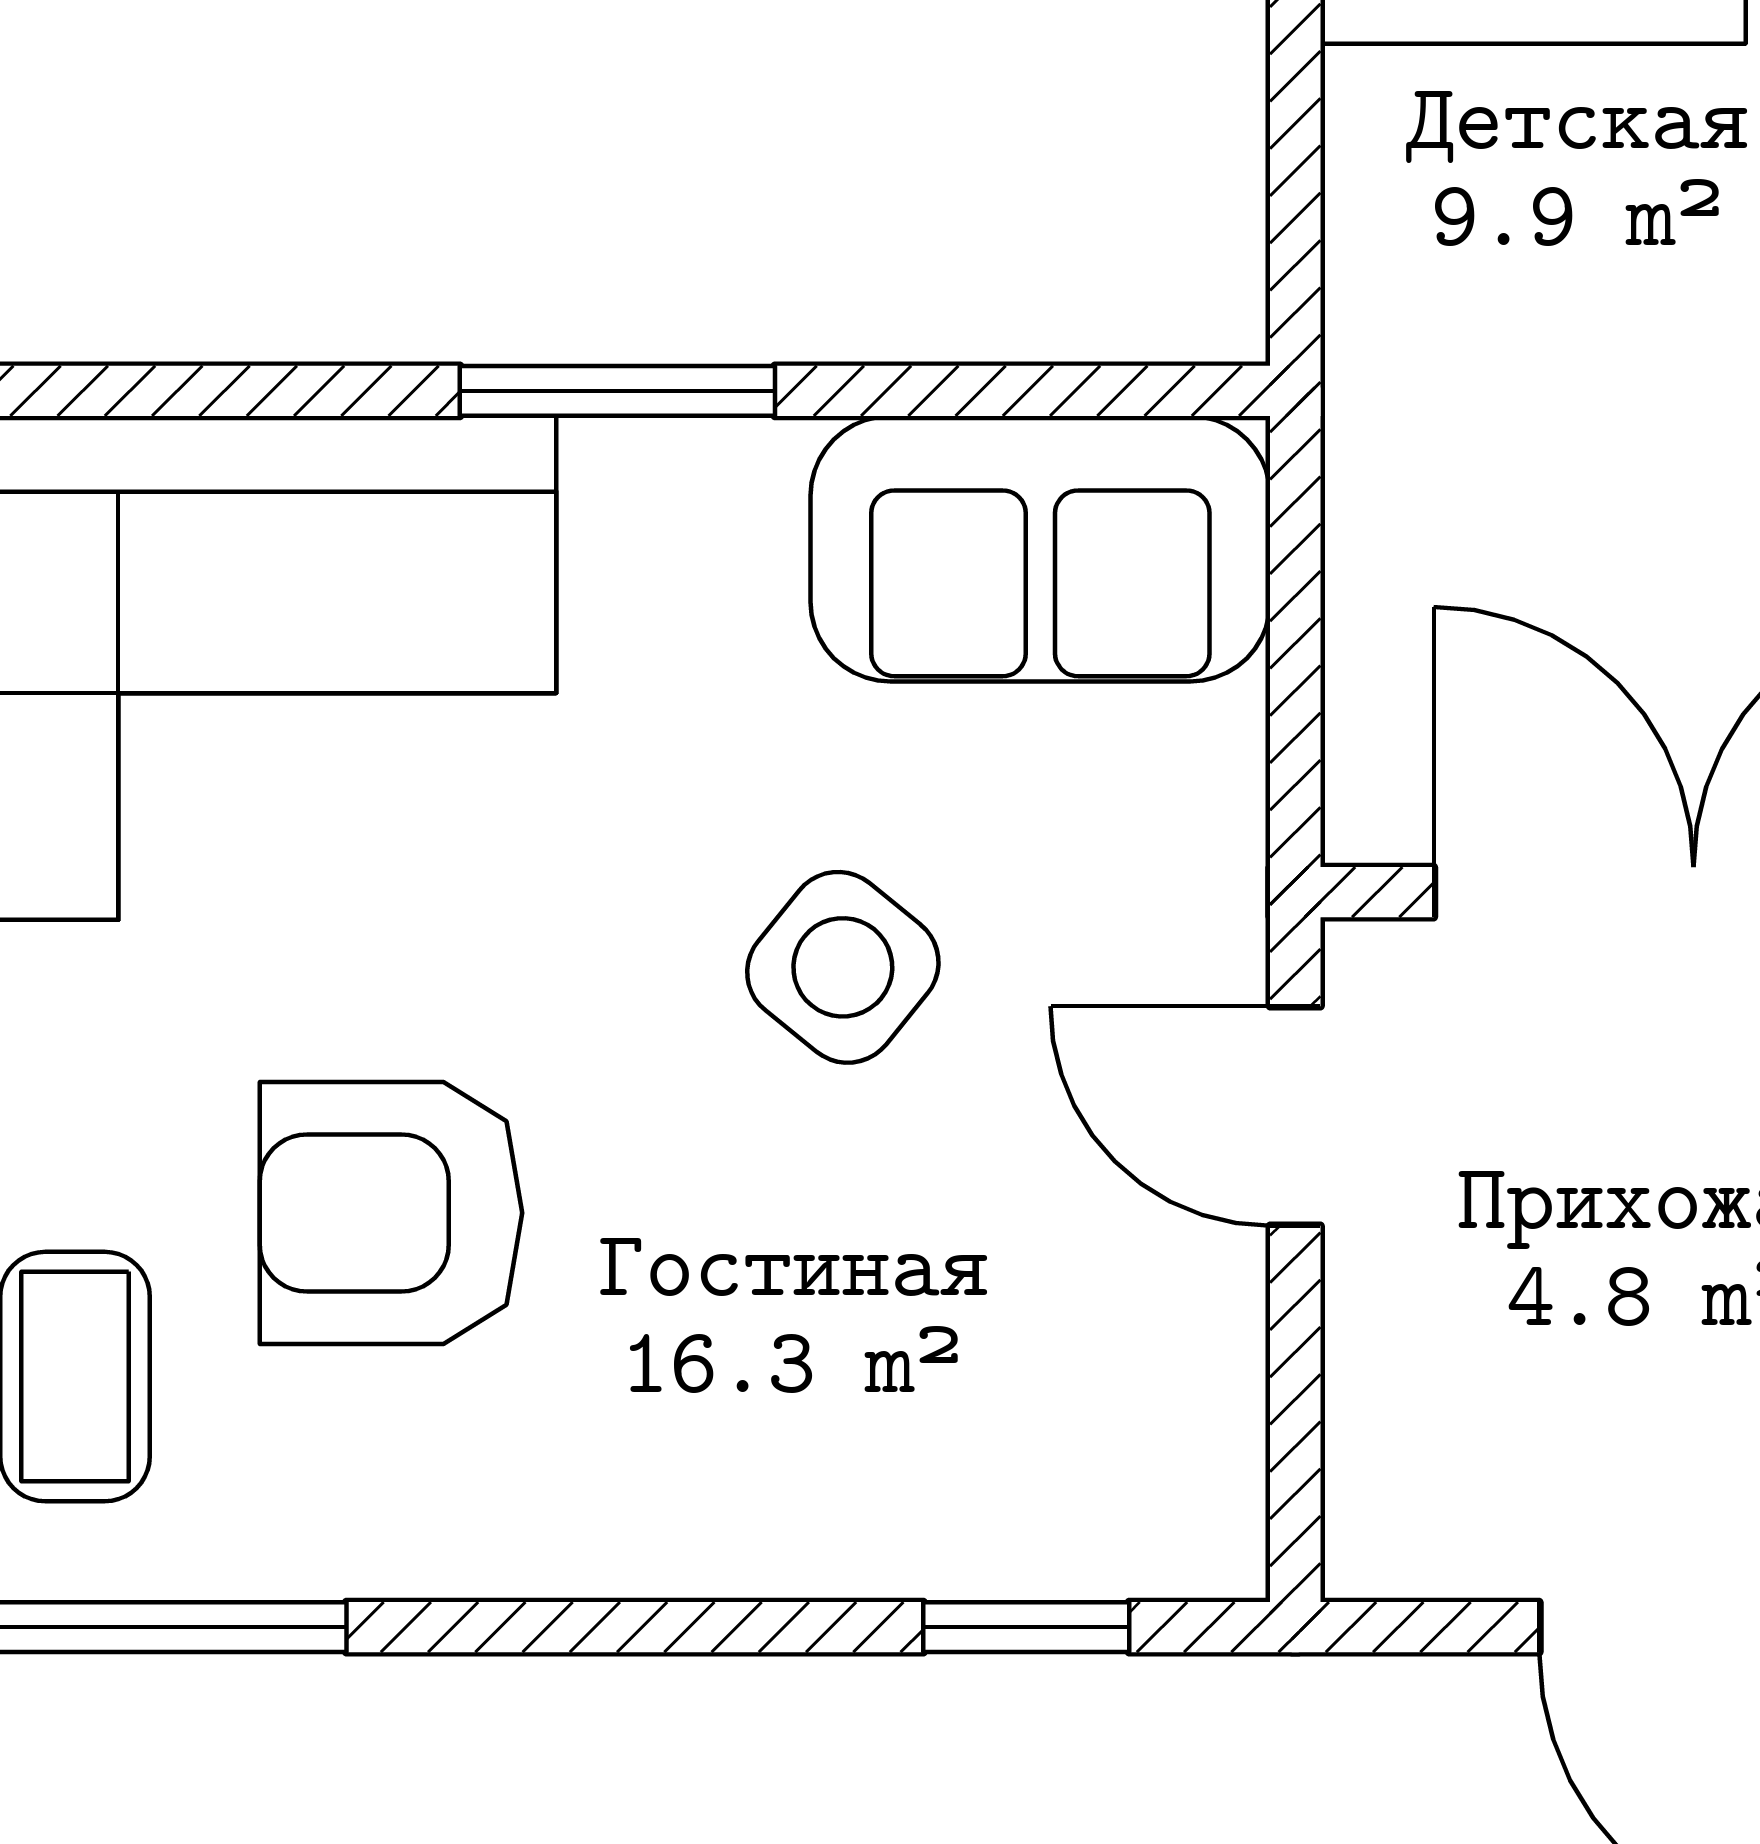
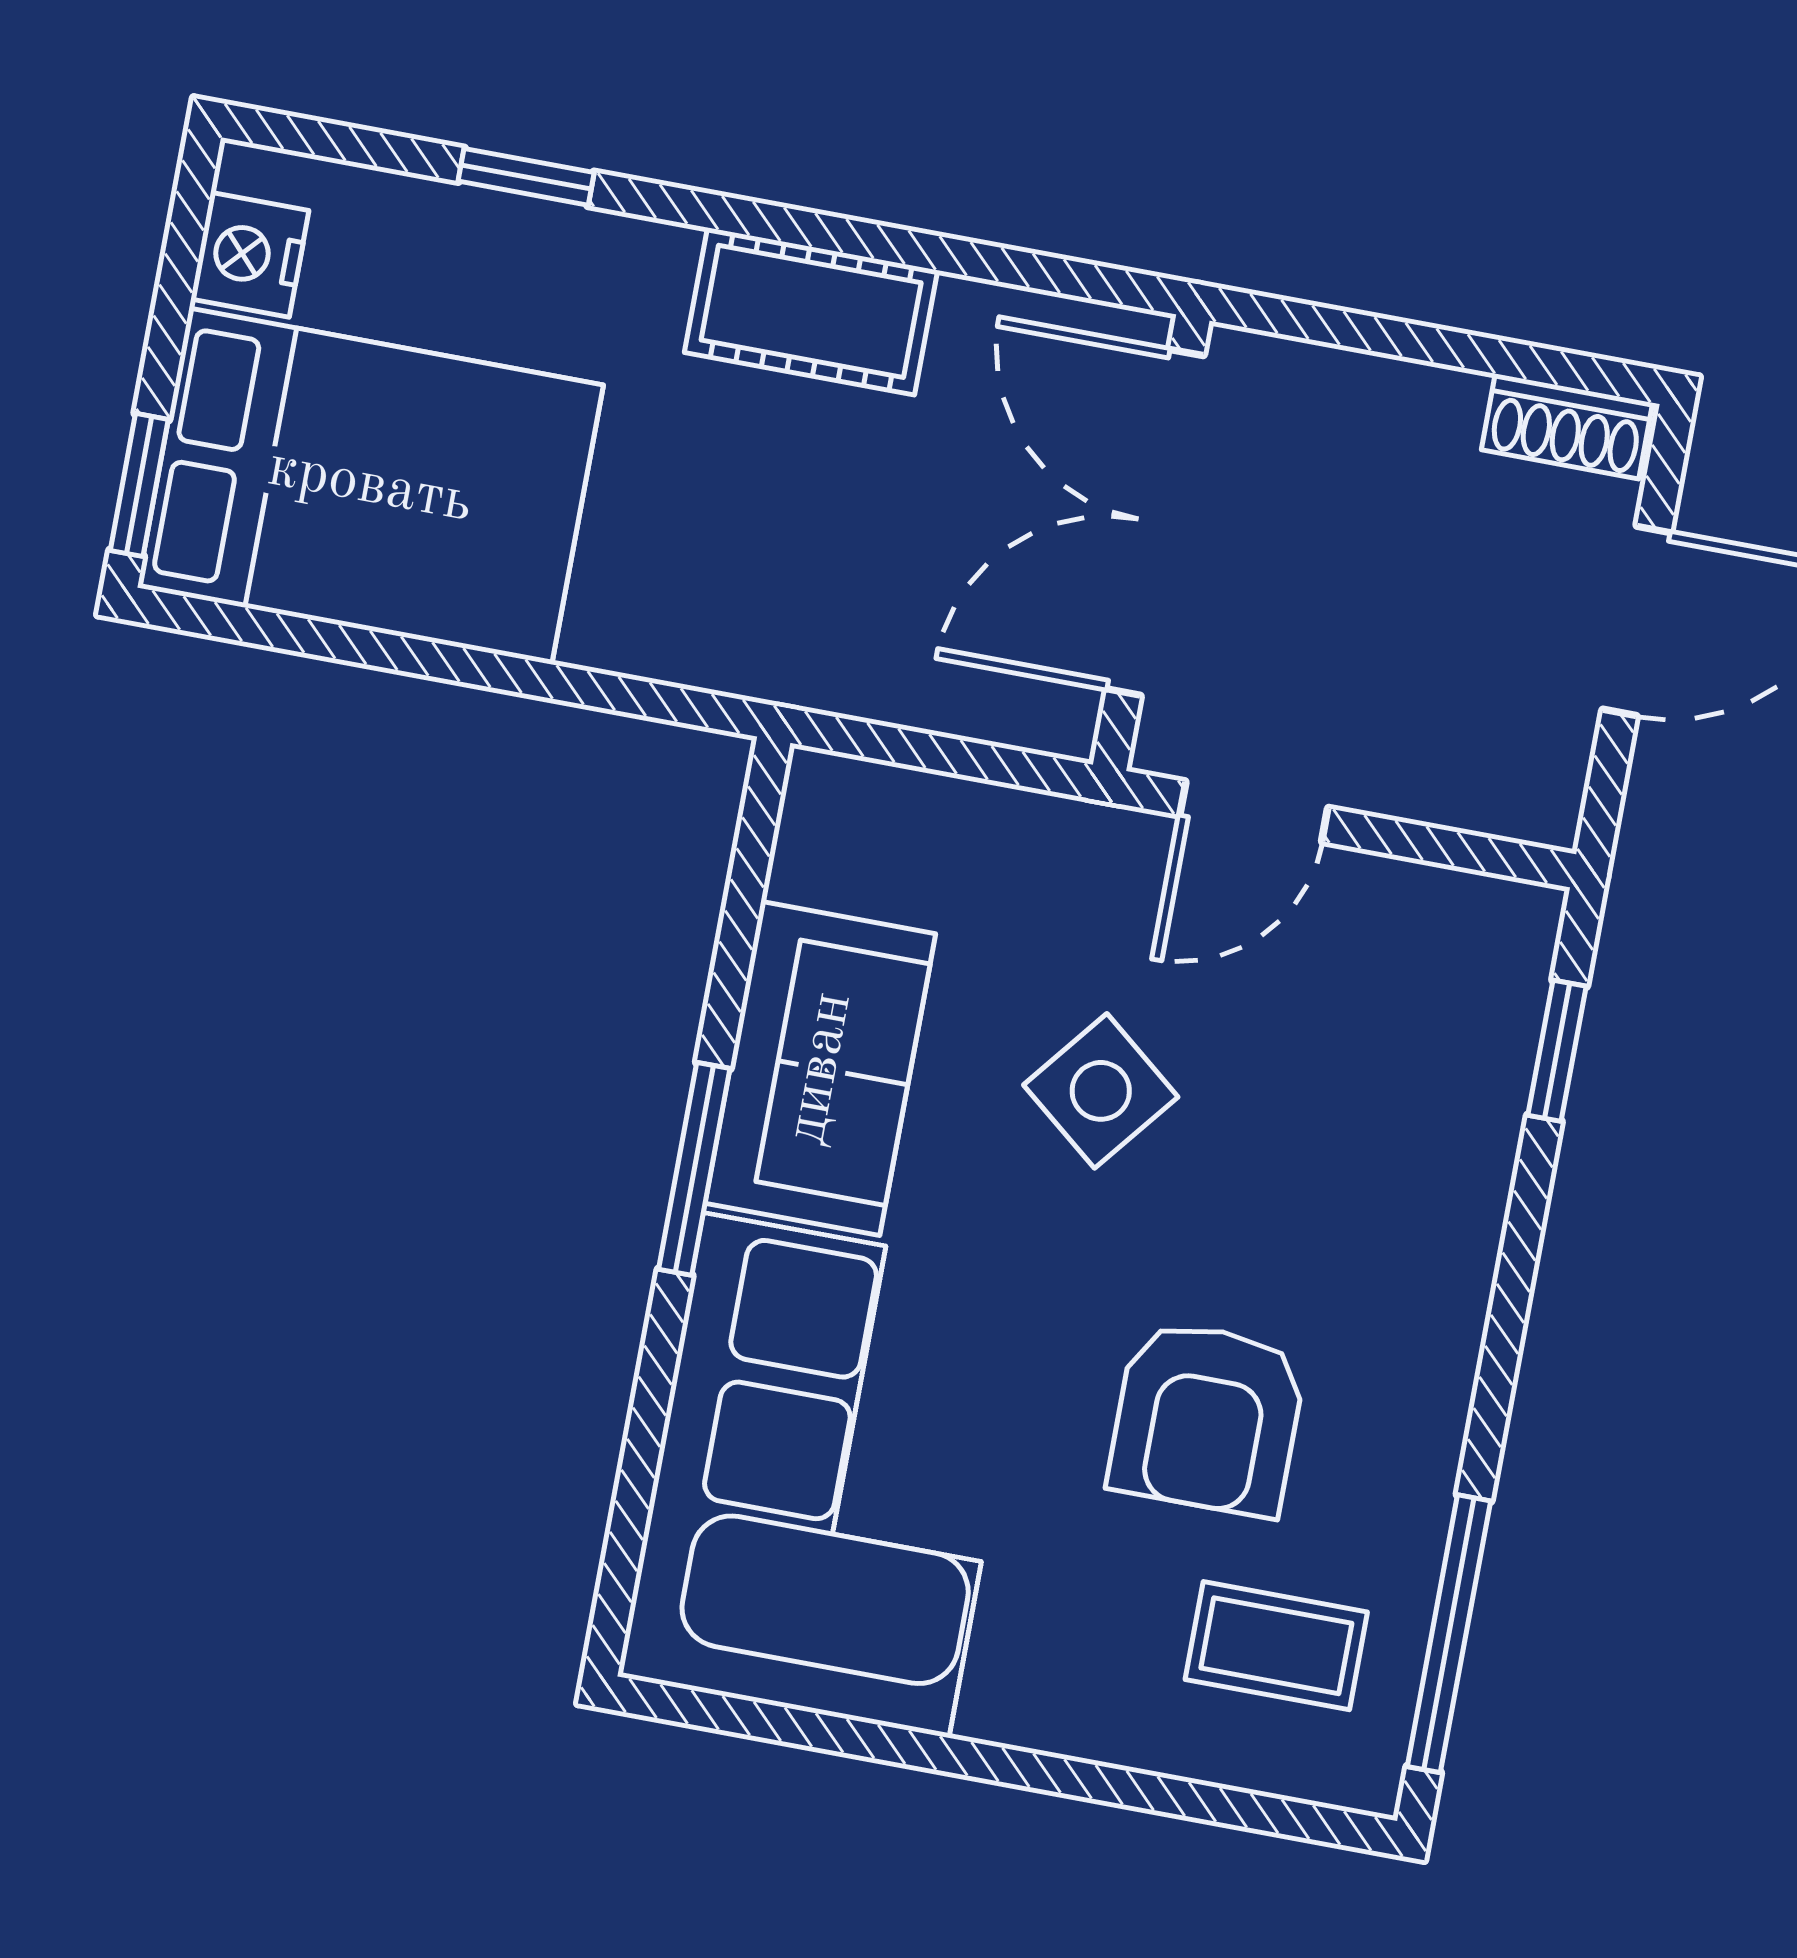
sofa: (1040, 549) -> (820, 1068), moved

